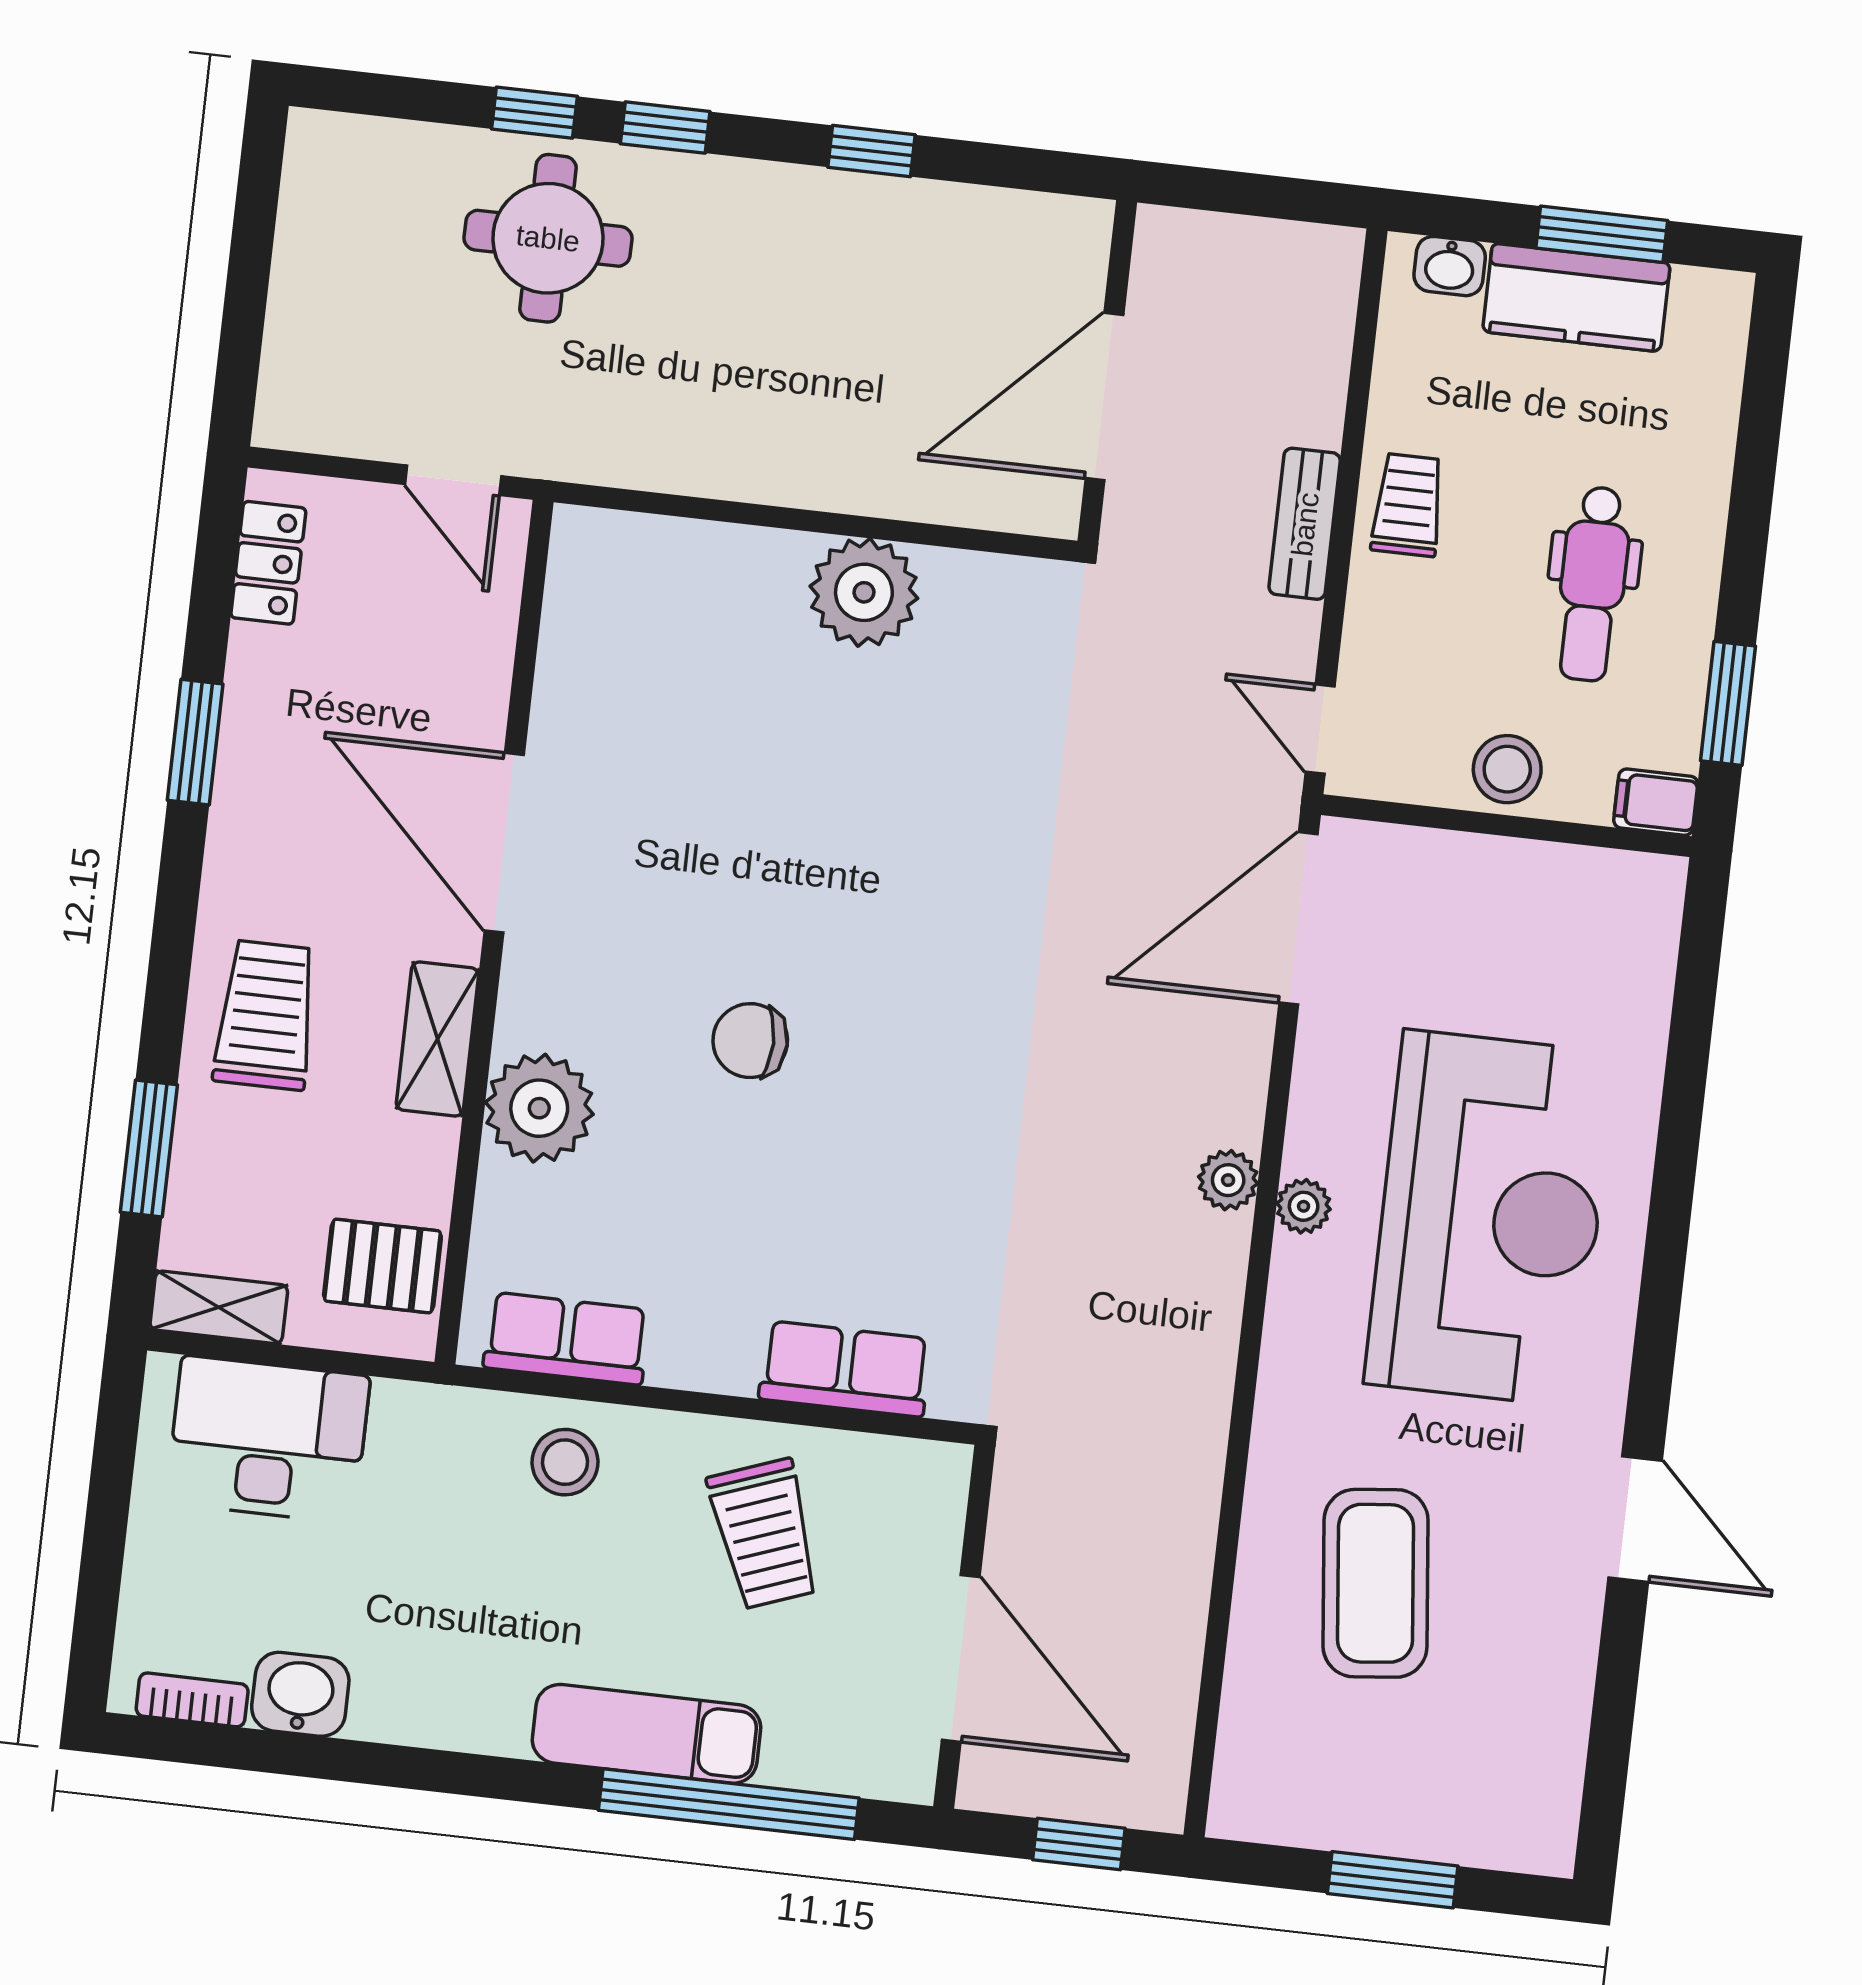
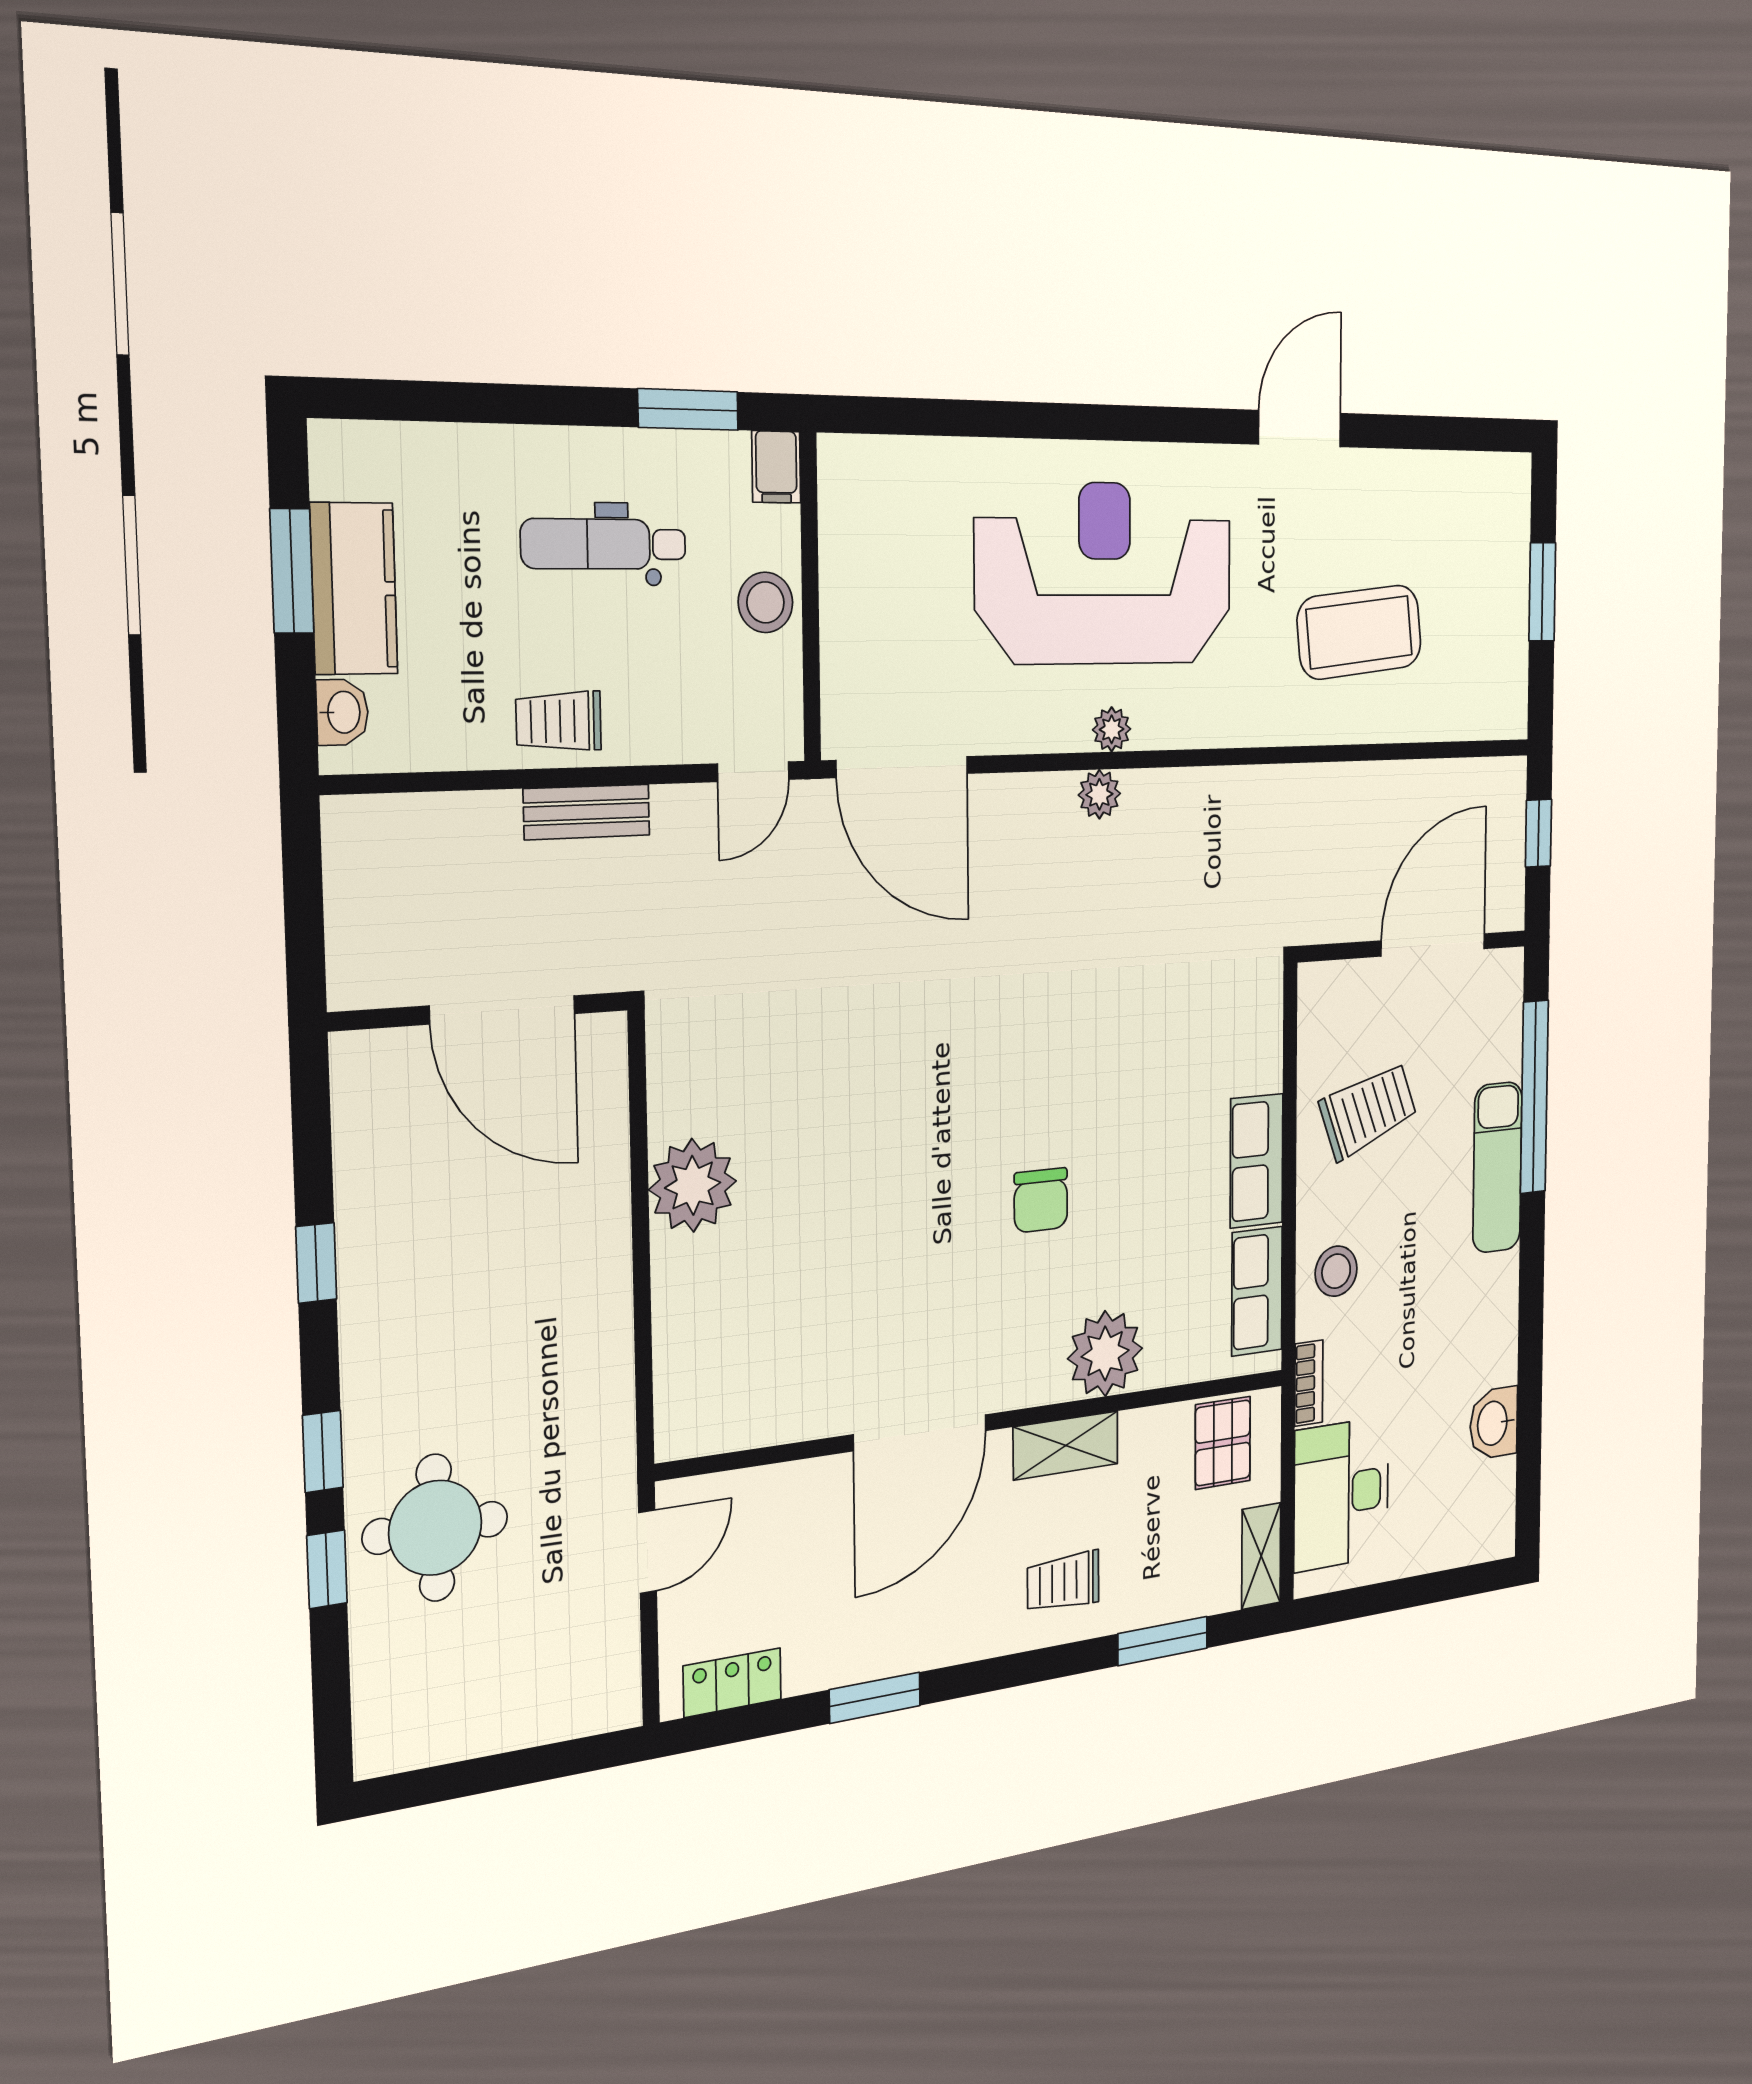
dental chair: (1593, 584) -> (604, 544), turned 180
trolley: (266, 1015) -> (1063, 1582), width x0.73, depth x0.72
row of seats: (845, 1369) -> (1257, 1161), moved
bookcase: (192, 1700) -> (1309, 1383), moved, turned 180

